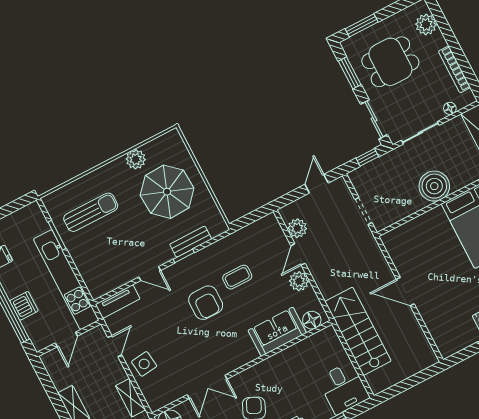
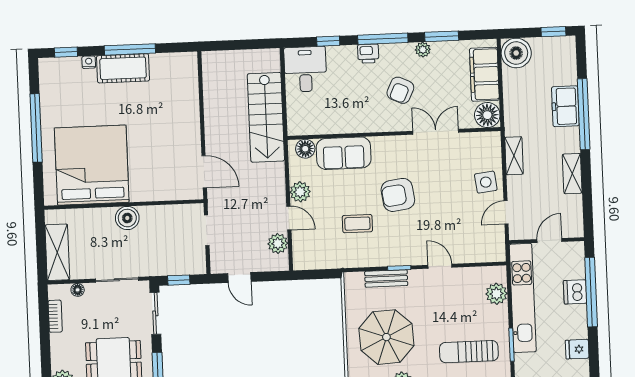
bookcase: (454, 69) -> (55, 316), width x0.64
door: (317, 184) -> (239, 278), hinge flipped
boiler: (434, 186) -> (127, 218), width x0.73, depth x0.73
door: (298, 254) -> (289, 218), hinge flipped
plant: (90, 273) -> (497, 294), added
door: (405, 292) -> (204, 172), moved
tv unit: (118, 302) -> (483, 254), removed
armchair: (206, 303) -> (398, 195), moved, turned -98

